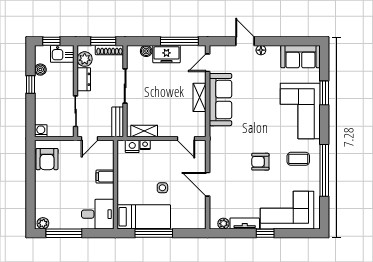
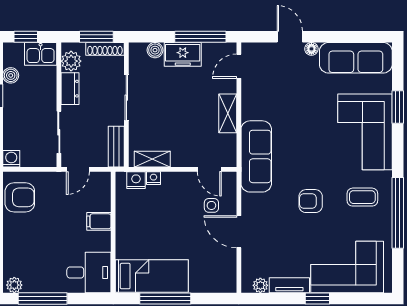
sofa: (301, 57) -> (356, 58), width x1.36
sofa: (220, 100) -> (256, 156), moved
armchair: (47, 159) -> (20, 197), turned -90
side table: (162, 188) -> (211, 205), moved

